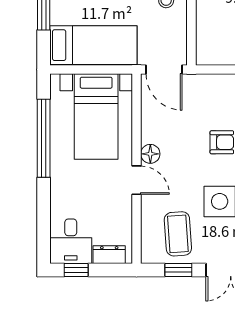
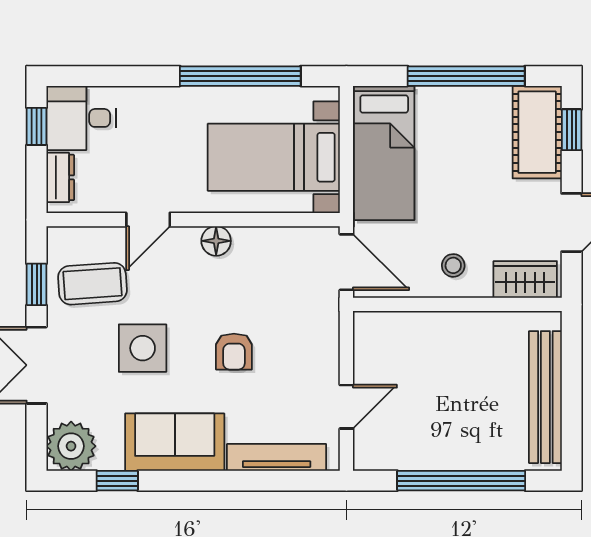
door: (164, 70) -> (346, 262), swing flipped
door: (137, 180) -> (148, 220), moved

